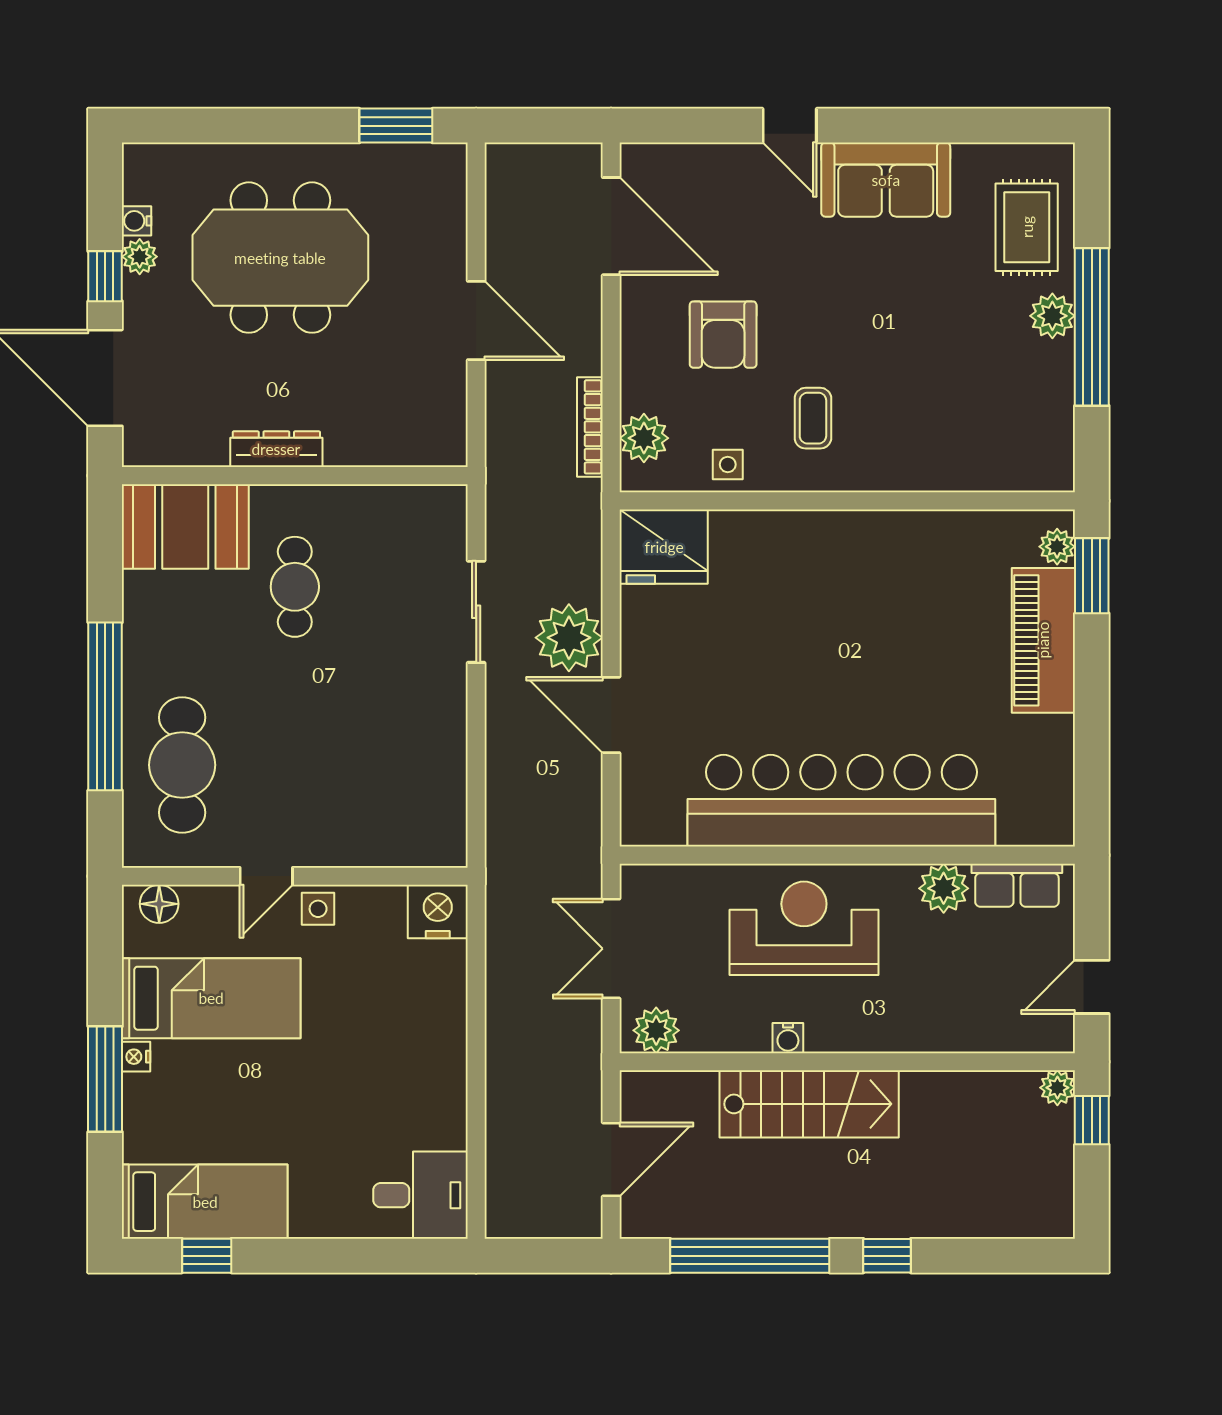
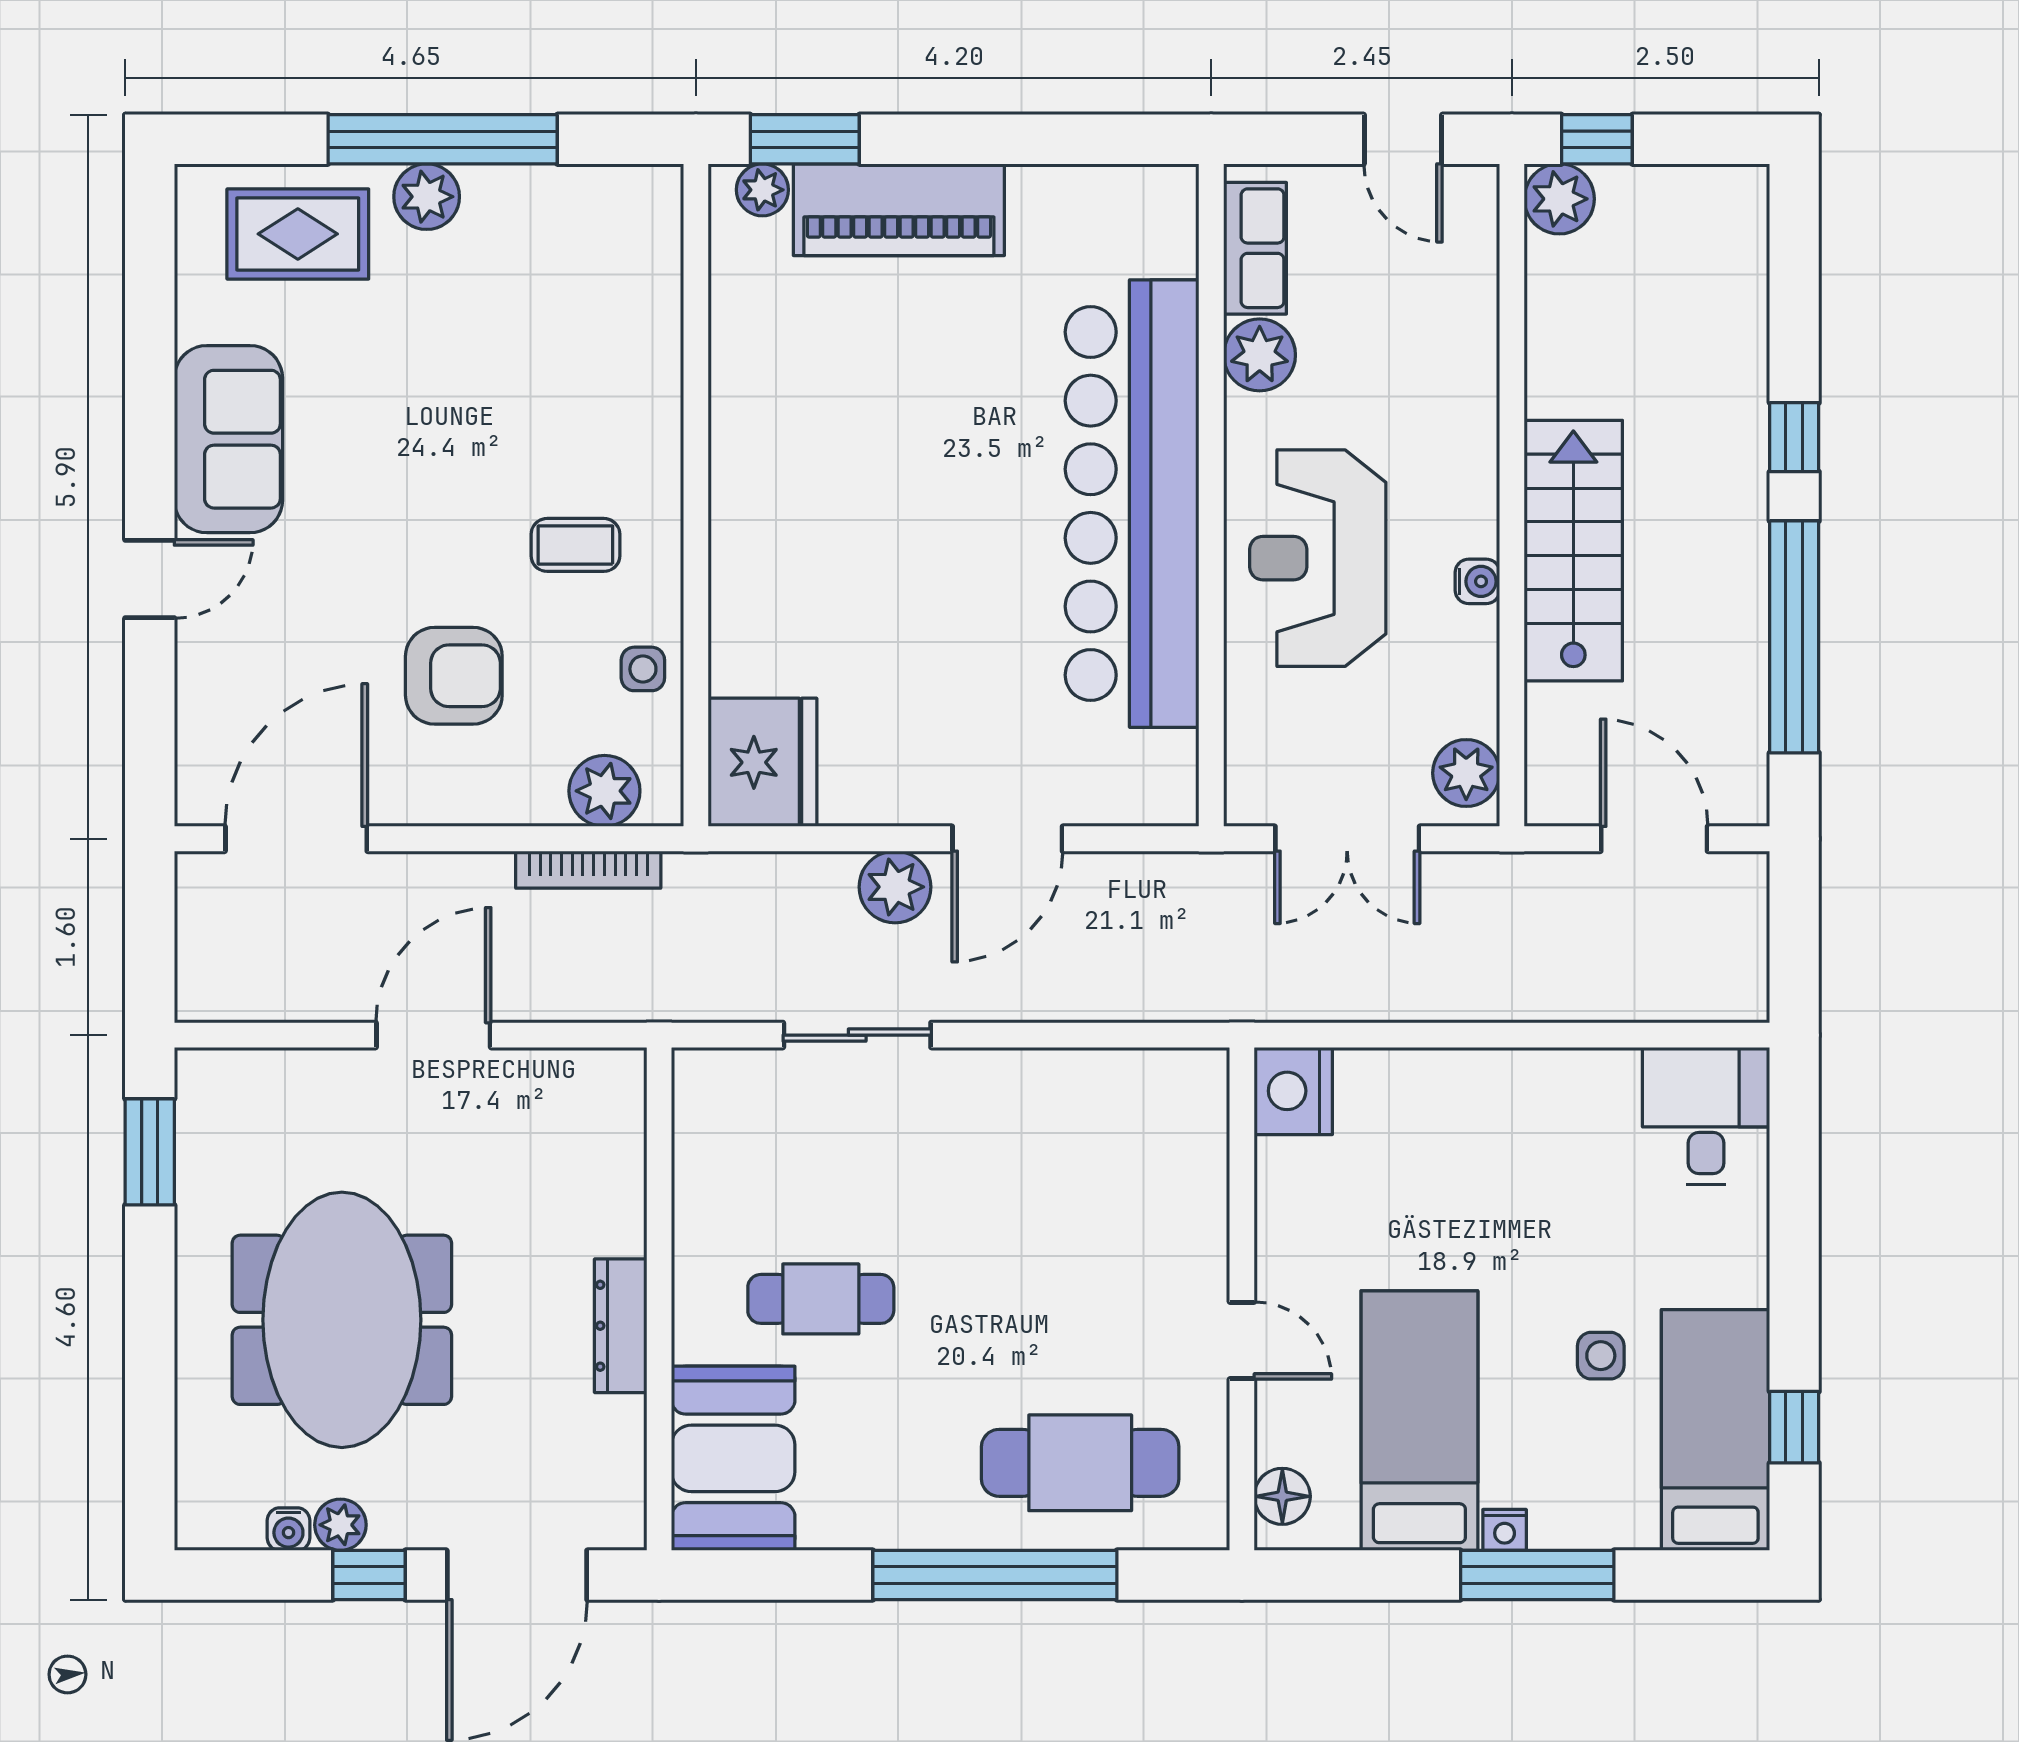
plant: (569, 638) -> (895, 887), width x0.73, depth x0.73
side table: (318, 909) -> (1601, 1356), moved
plant: (1057, 1088) -> (1559, 199), width x1.38, depth x1.38

